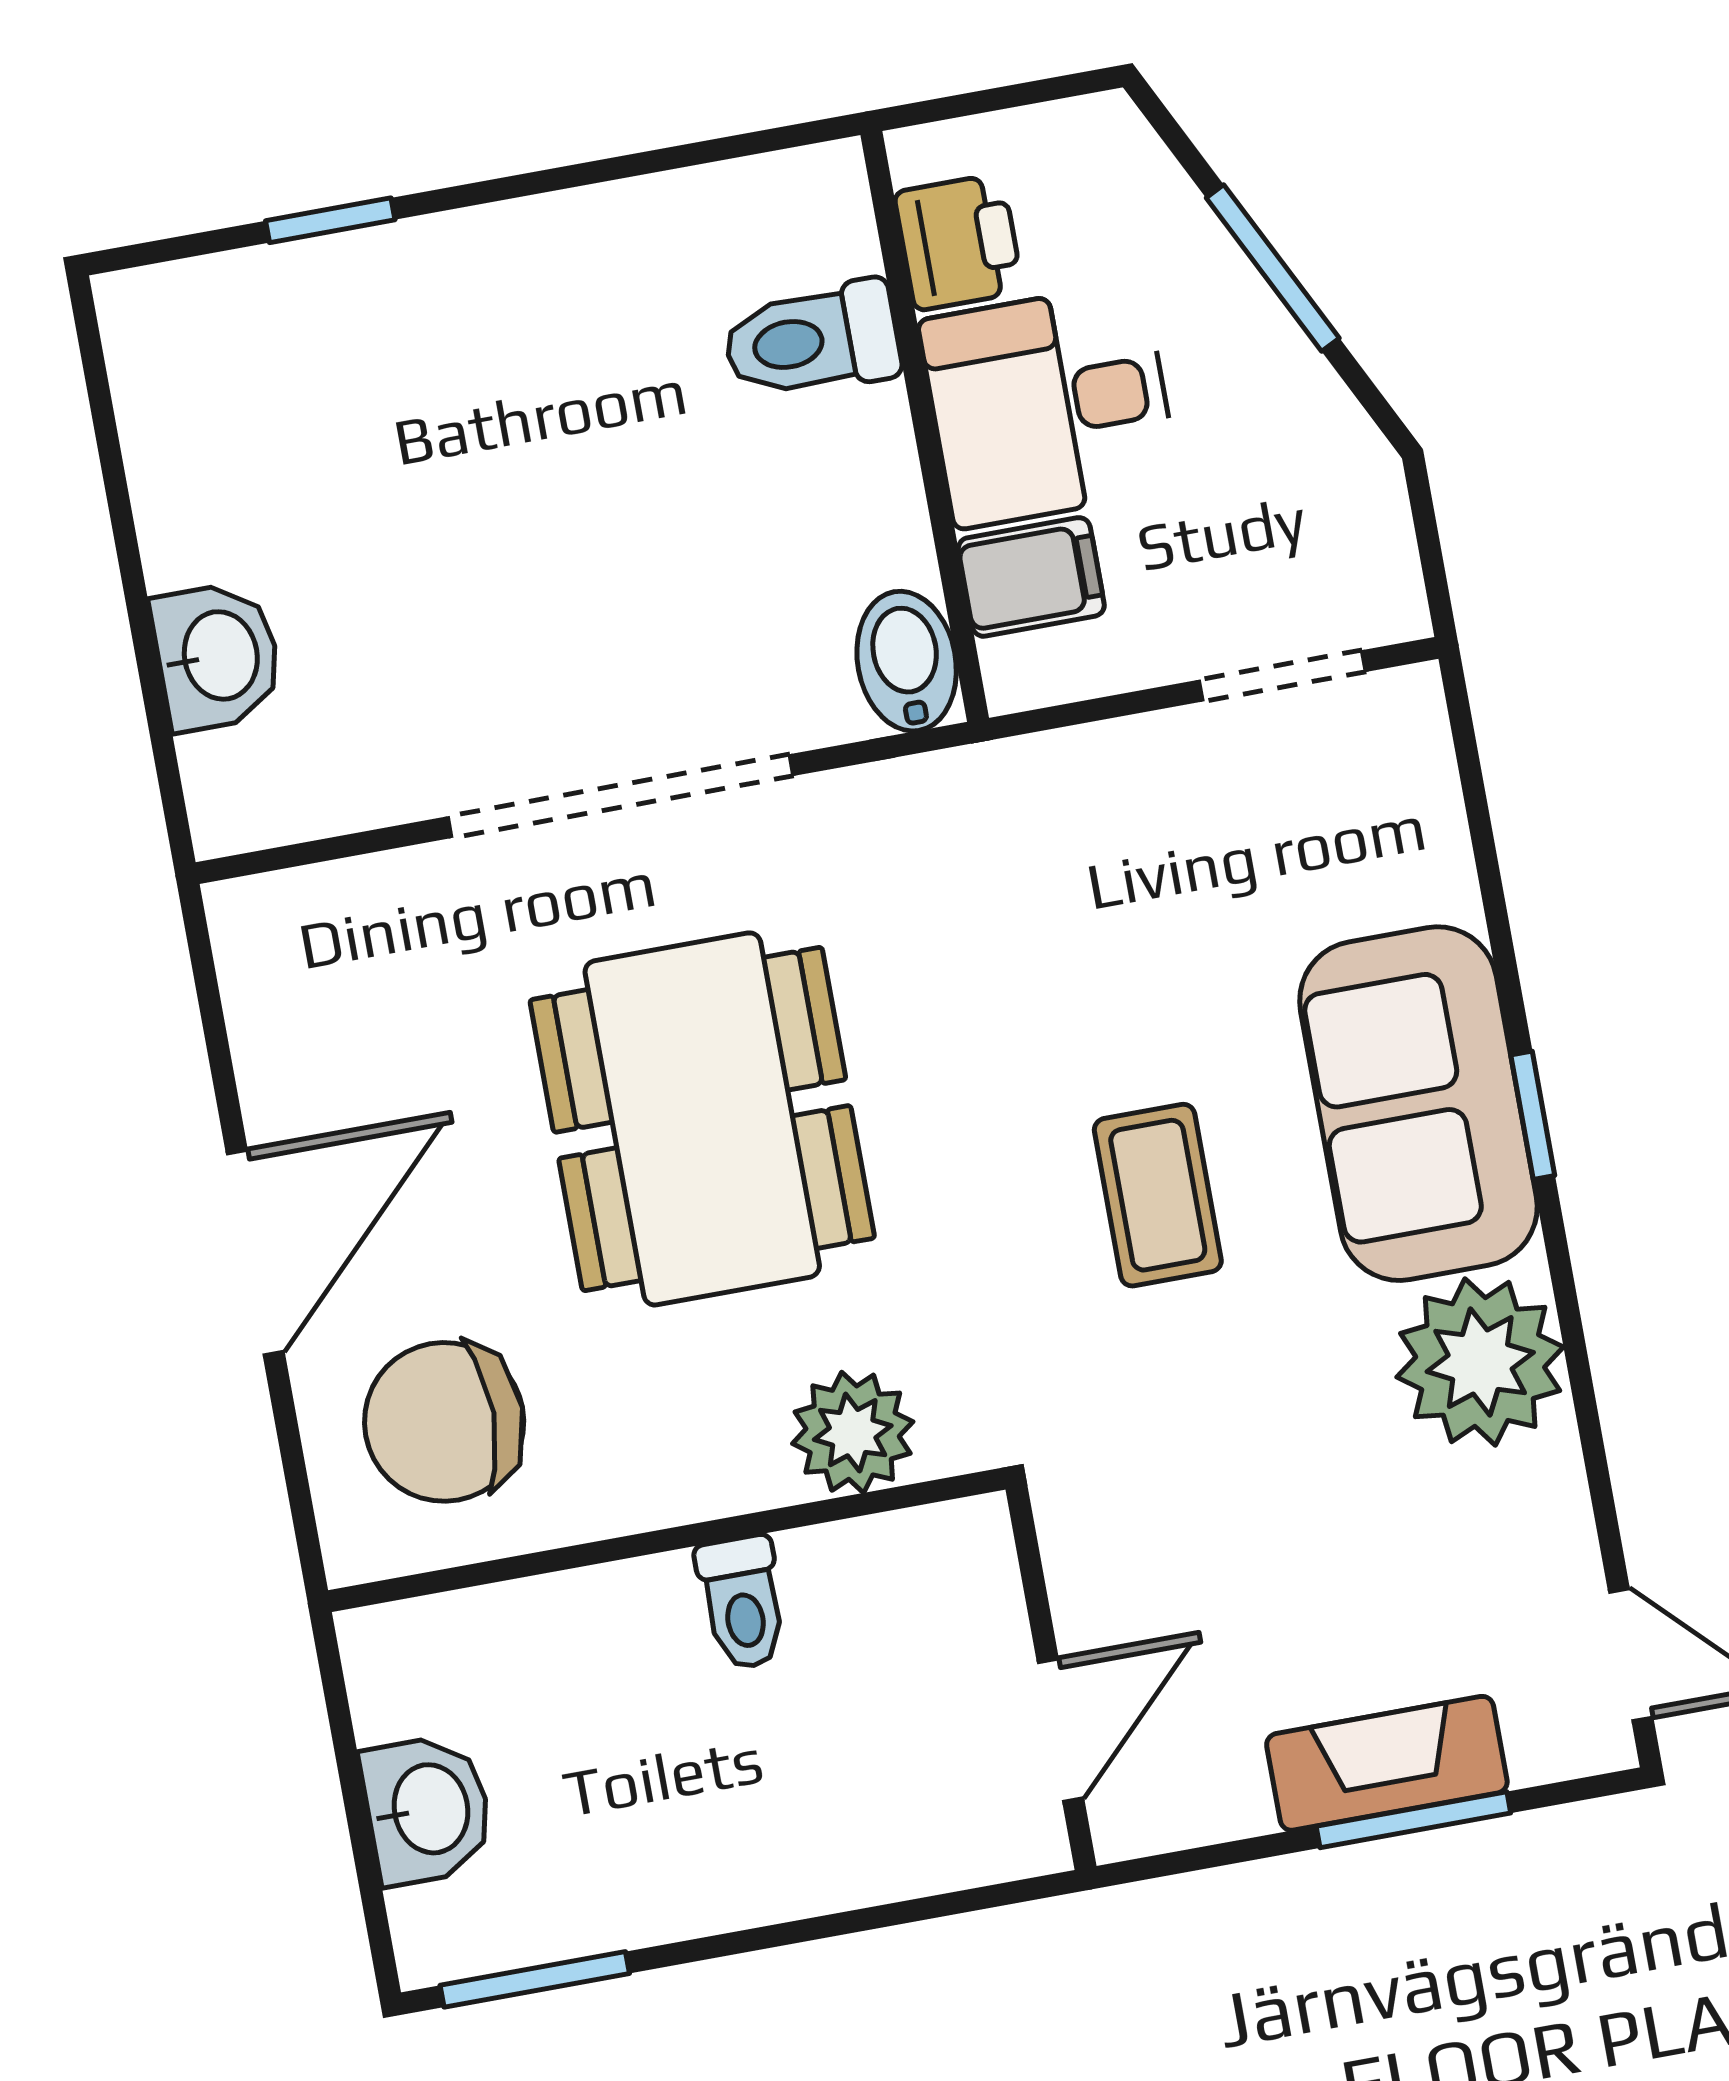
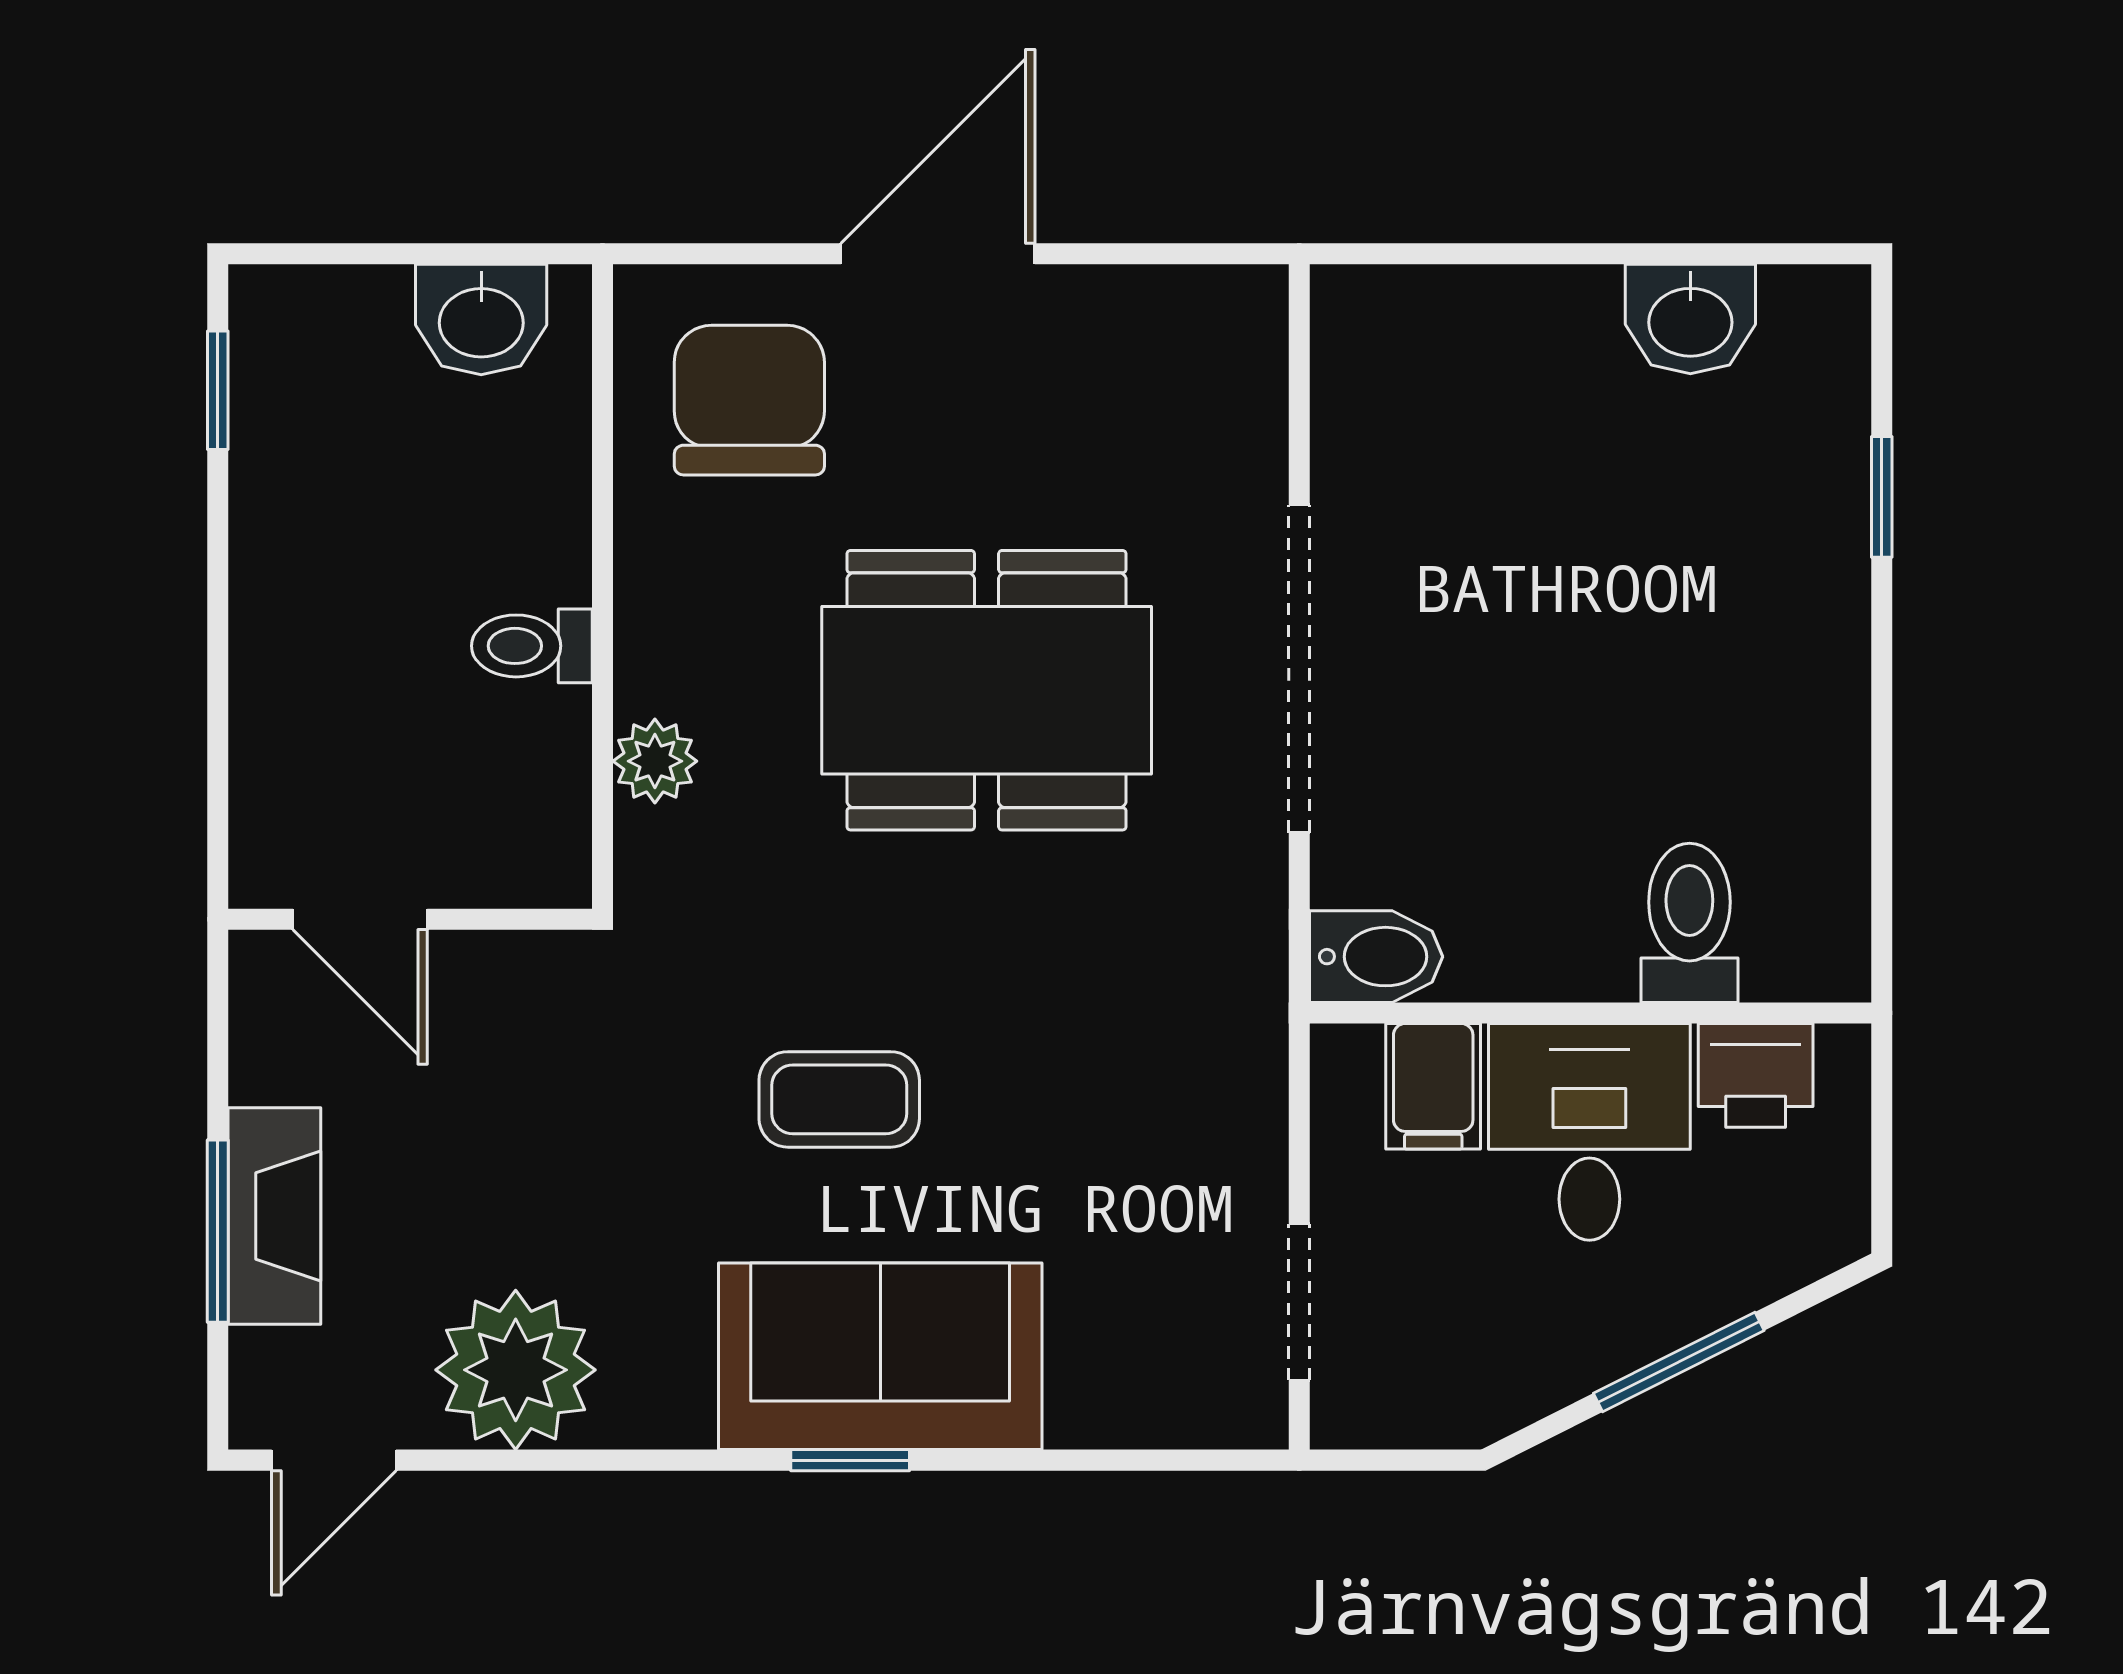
washbasin: (217, 656) -> (1690, 319), moved
door: (255, 1253) -> (938, 254), swing flipped
plant: (1480, 1362) -> (516, 1370), moved
plant: (853, 1433) -> (655, 761), width x0.73, depth x0.73
washbasin: (427, 1809) -> (481, 319), moved
window: (535, 1979) -> (218, 390), width x0.67

